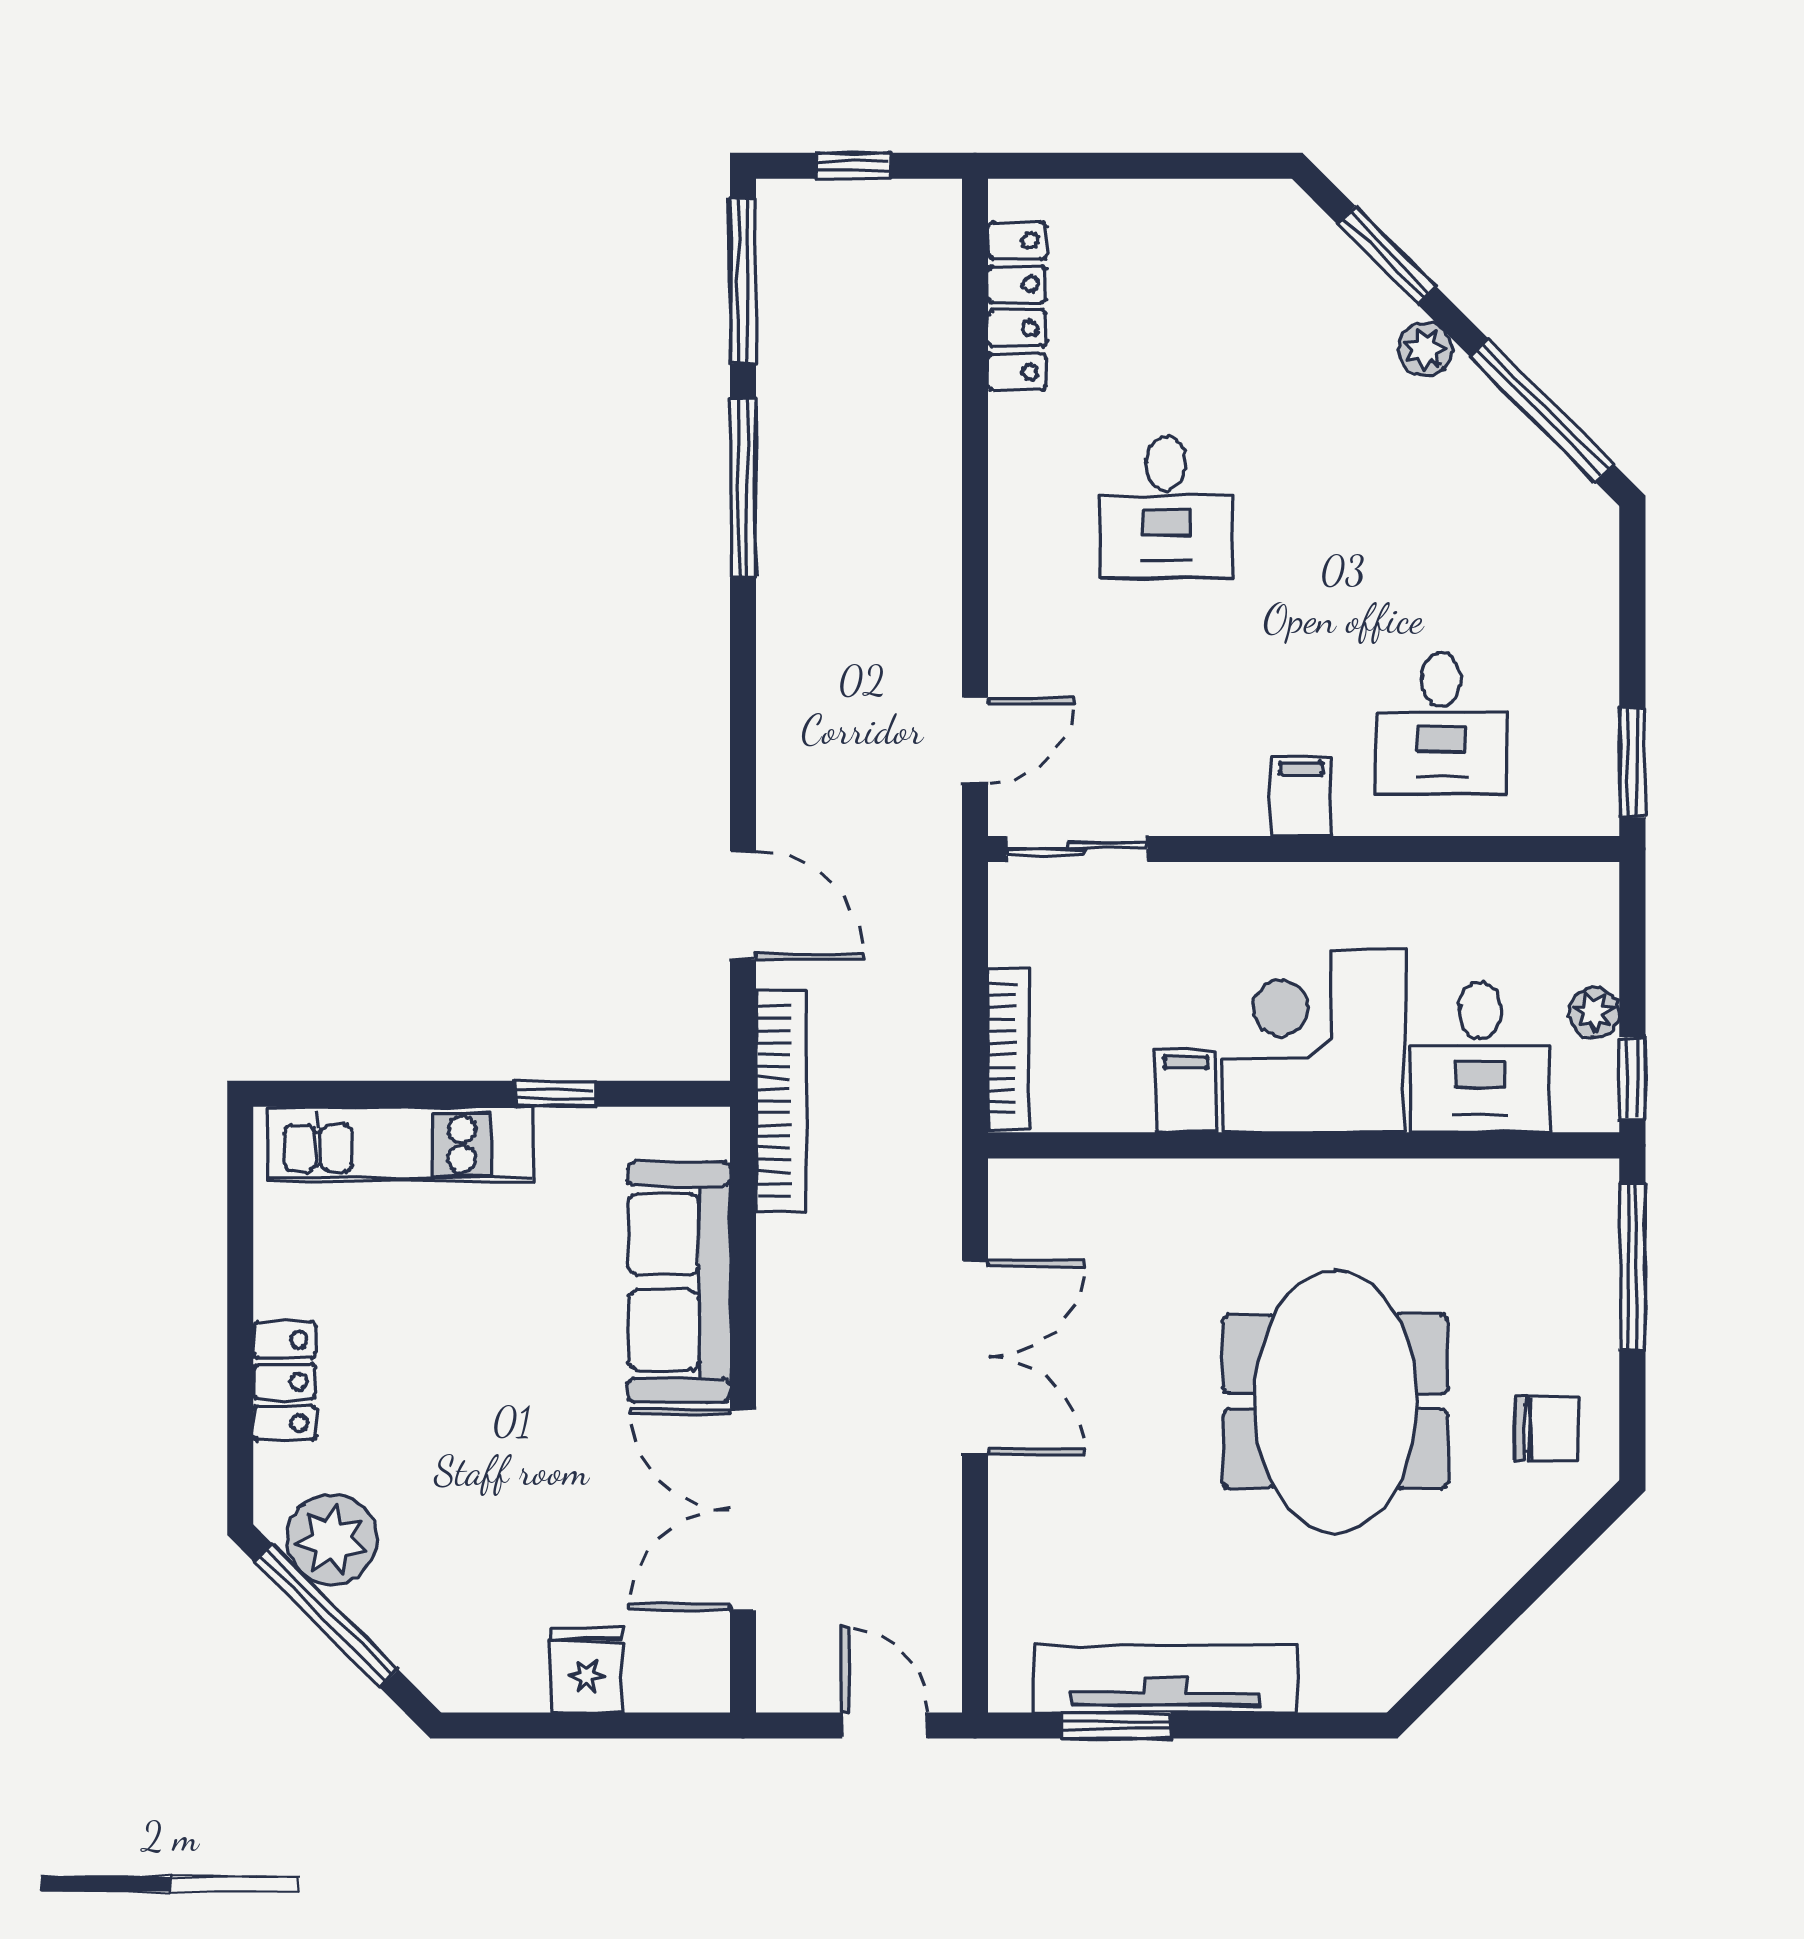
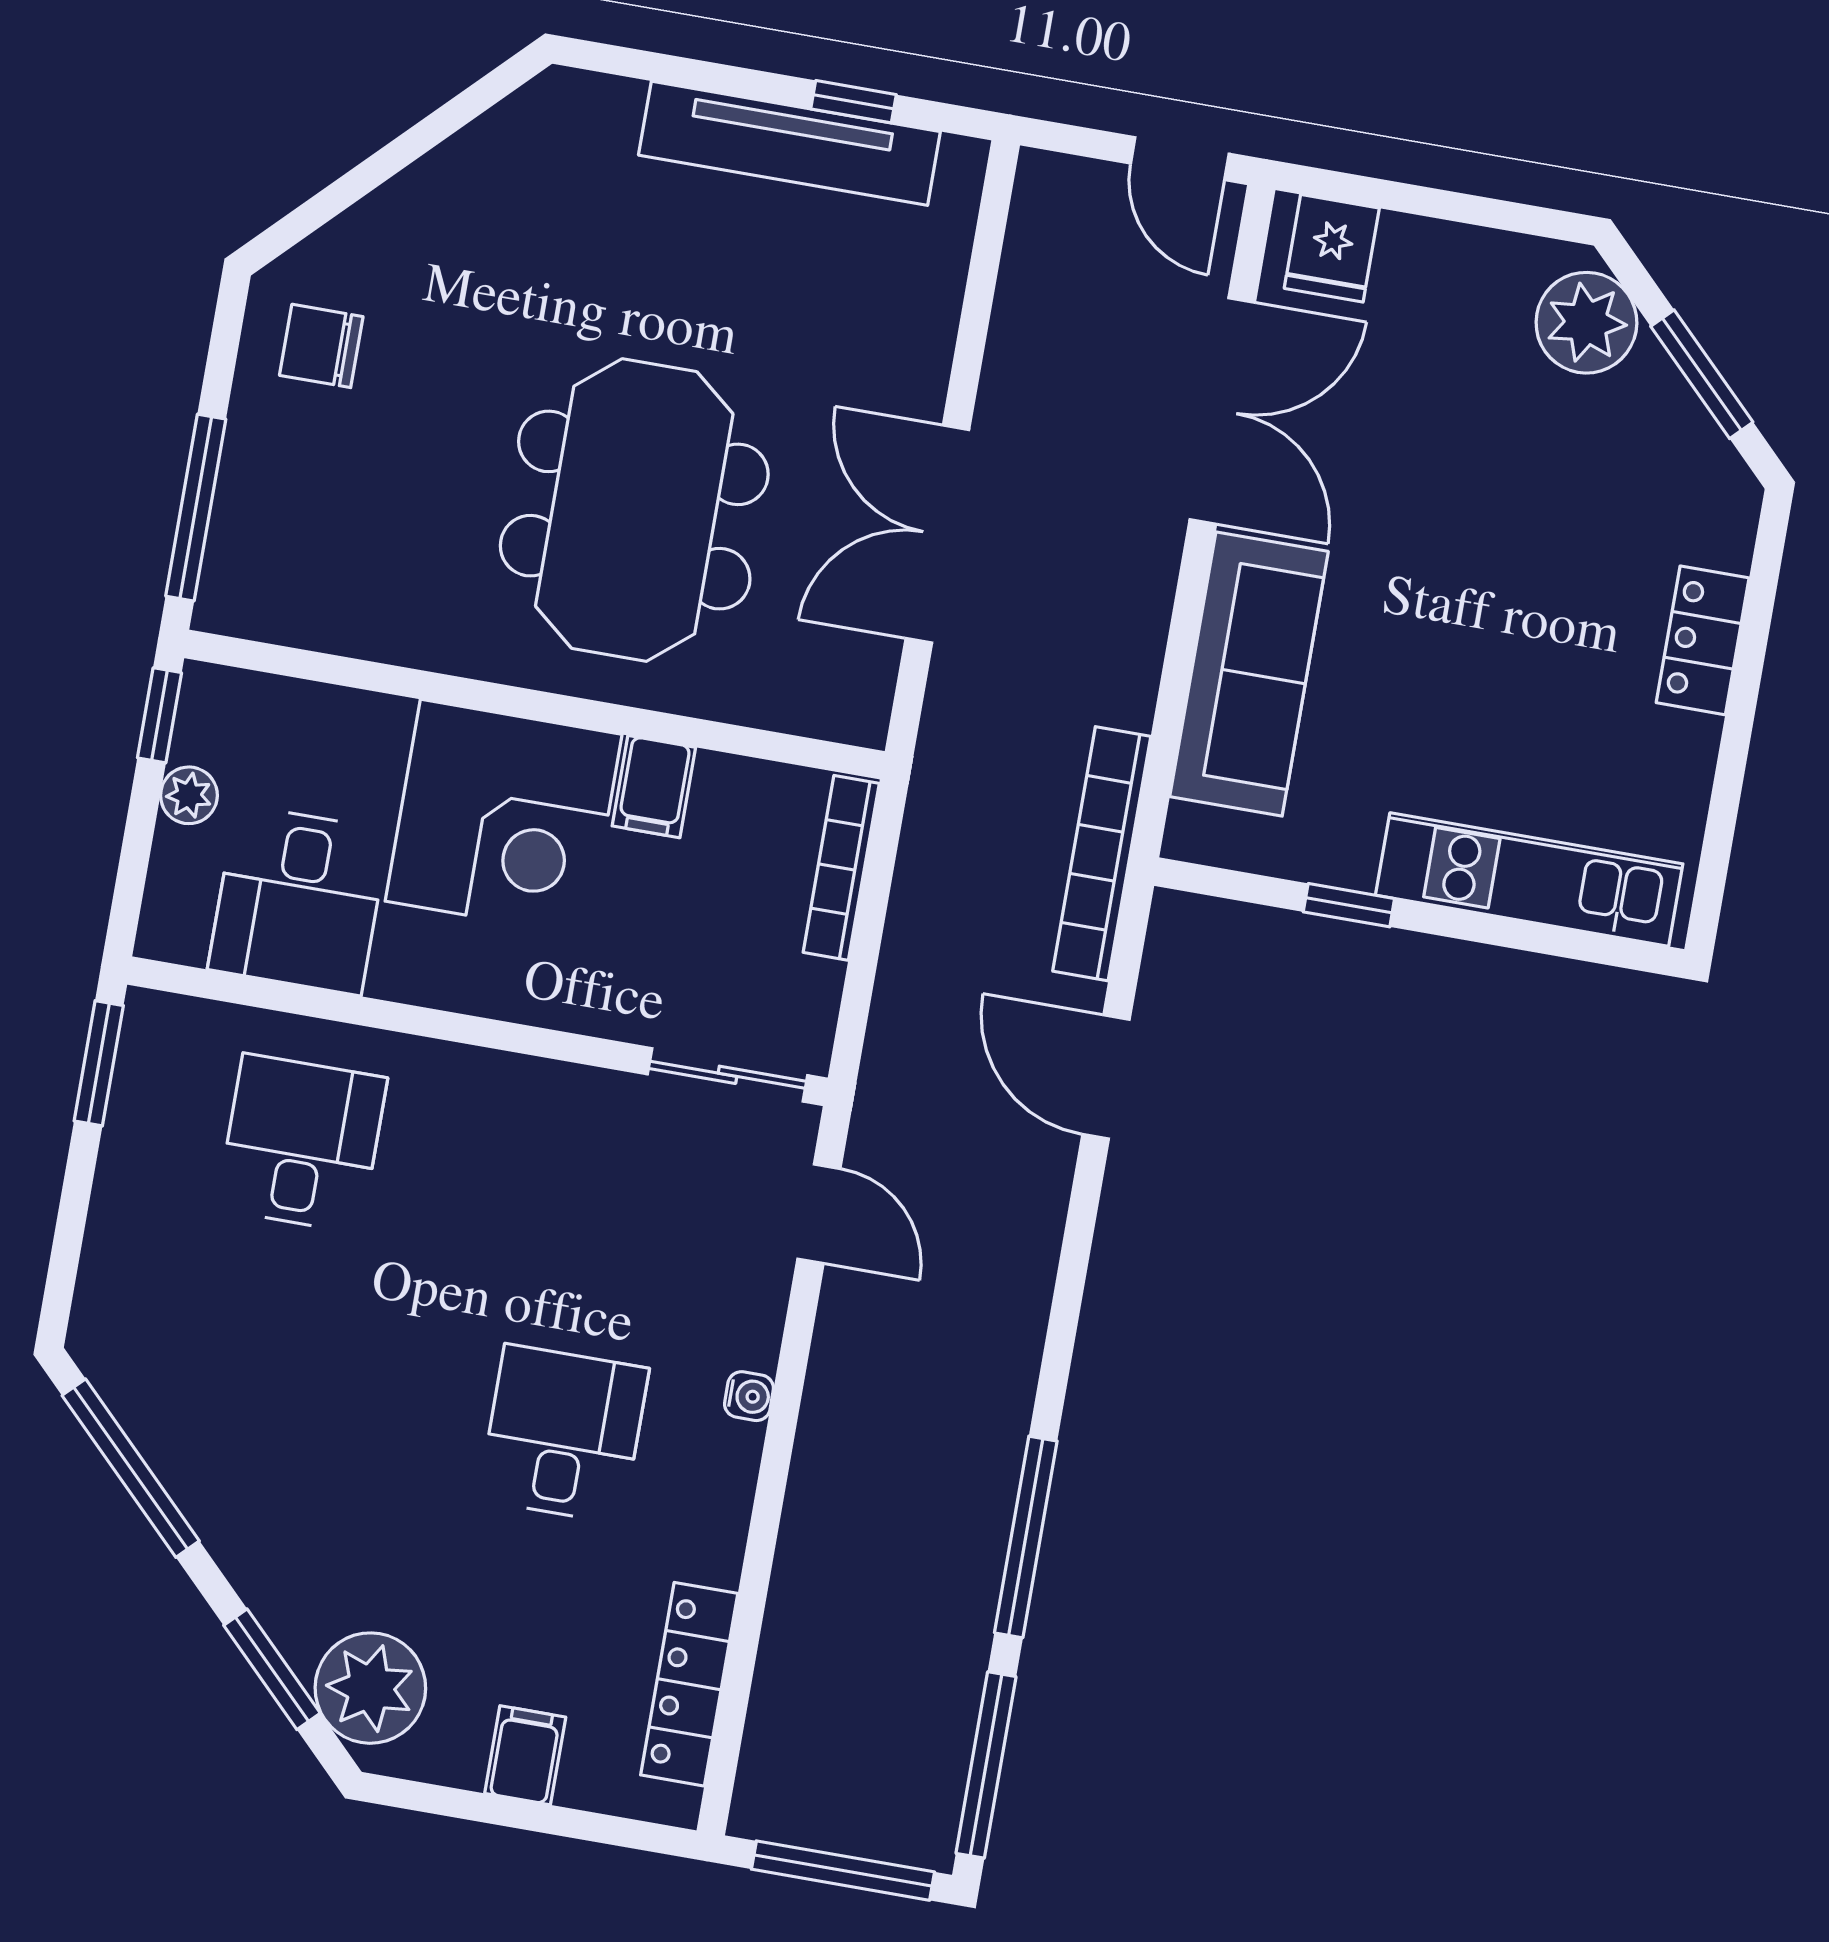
window: (853, 166) -> (843, 1871), width x2.17
plant: (1425, 350) -> (370, 1688), moved, width x1.87, depth x1.87
water cooler: (1008, 569) -> (749, 1396), added
door: (975, 741) -> (819, 1214), swing flipped
filing cabinet: (1301, 796) -> (525, 1755), moved, turned 180
desk: (1480, 1057) -> (299, 900), moved, turned 180
meeting table: (1335, 1402) -> (634, 510), moved
plant: (332, 1540) -> (1586, 323), moved
window: (326, 1616) -> (1702, 374), width x0.69
fridge: (587, 1670) -> (1332, 248), moved
door: (885, 1725) -> (1180, 159), moved
window: (1115, 1725) -> (854, 102), width x0.67

